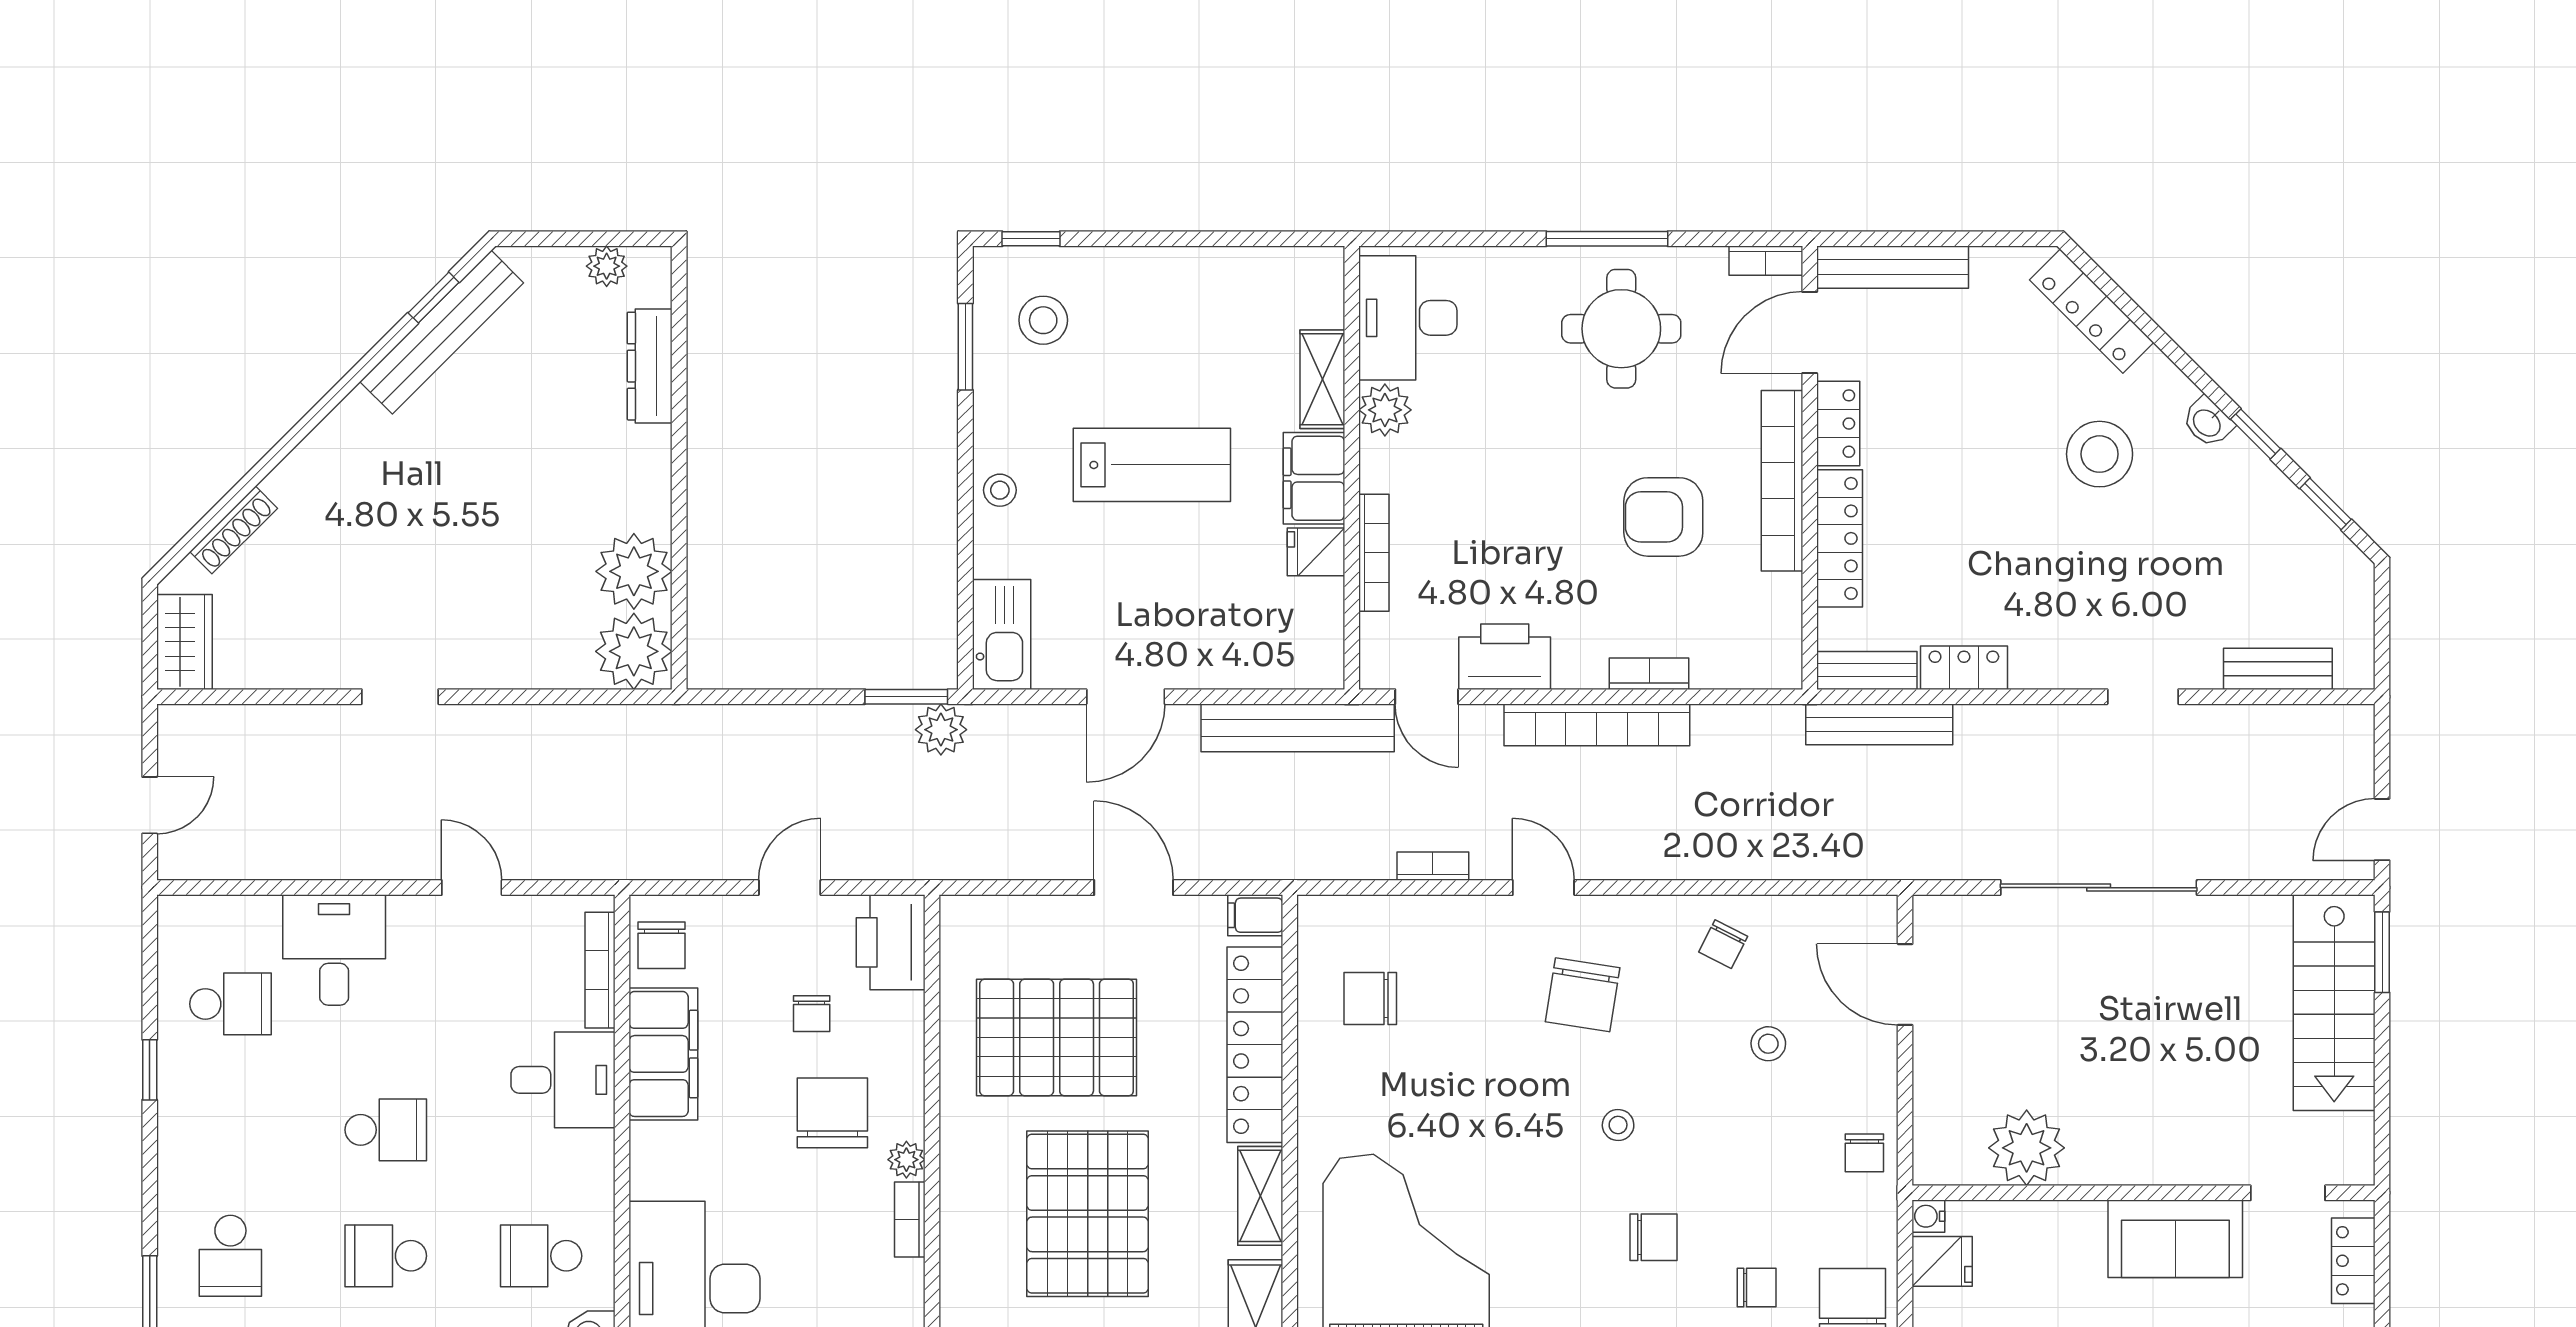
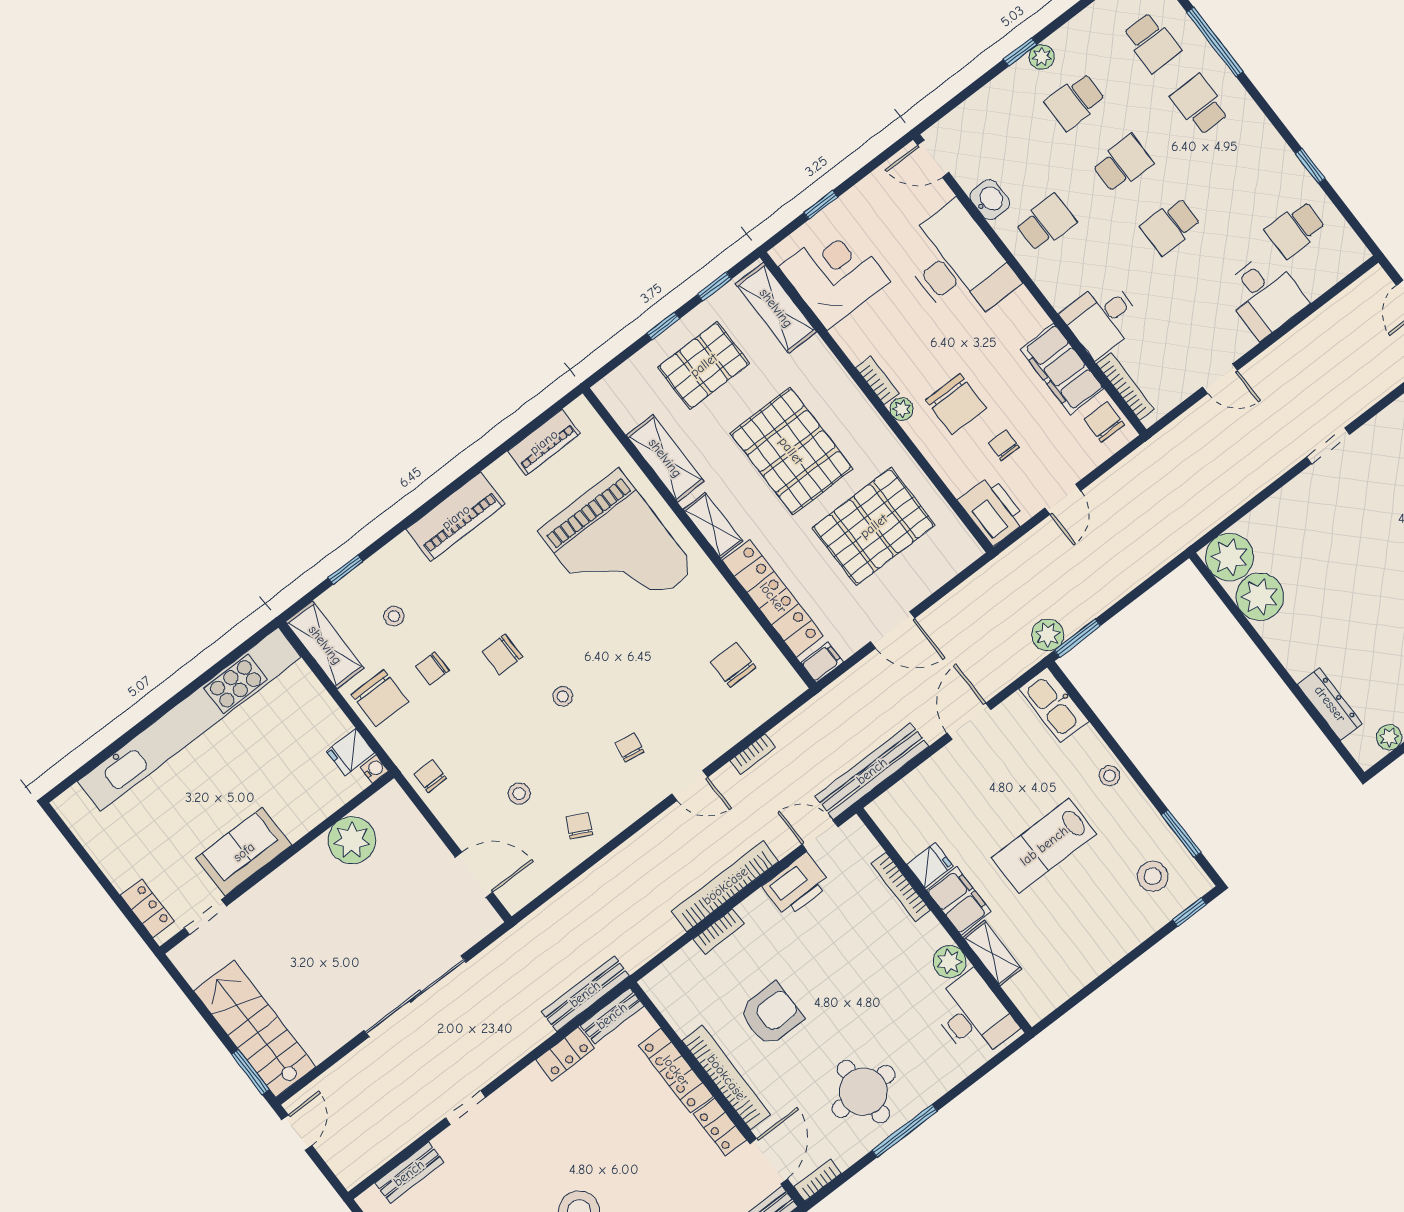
chair: (1583, 995) -> (630, 747), width x0.54, depth x0.54
chair: (1370, 998) -> (733, 665), turned -90

